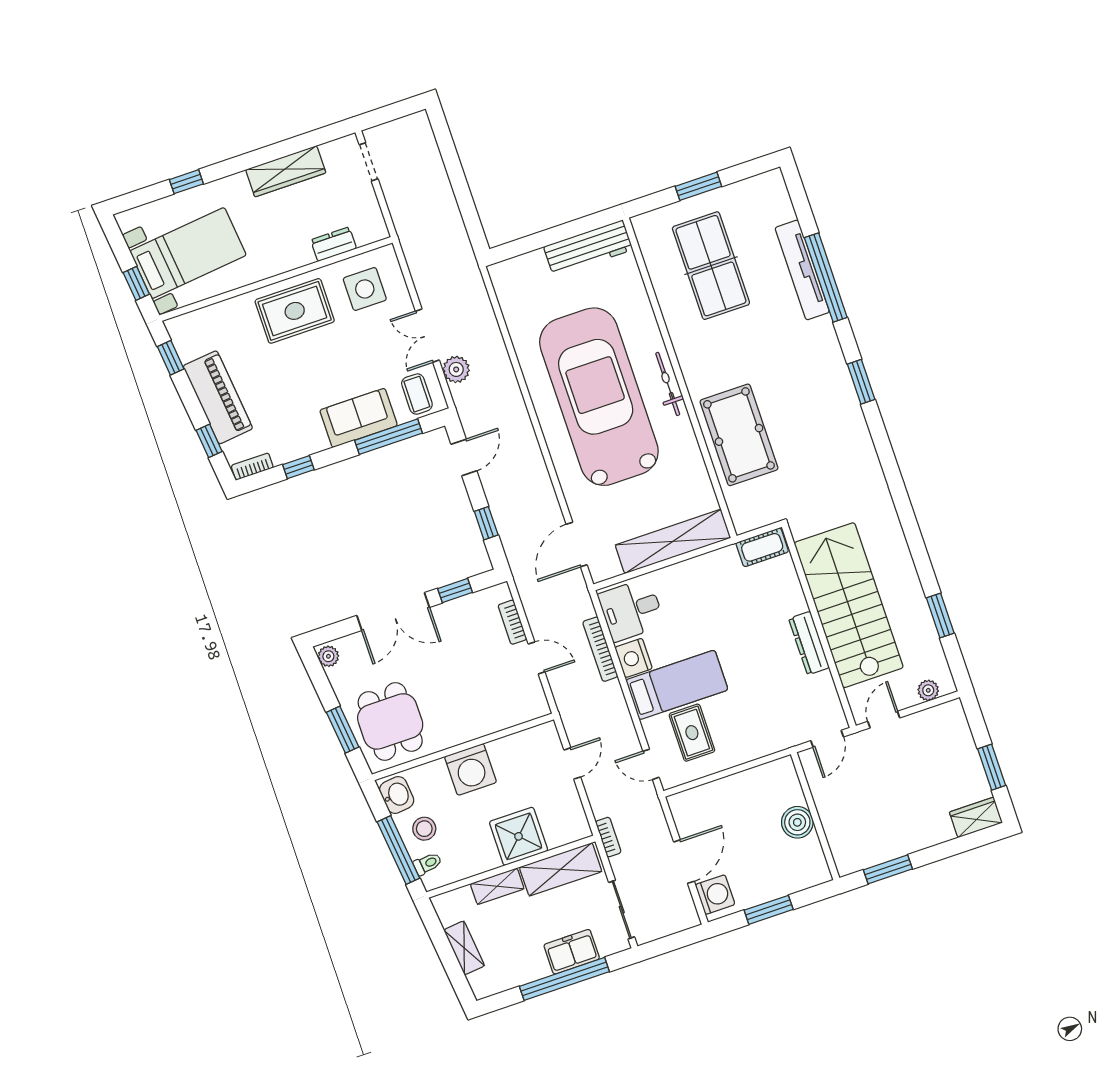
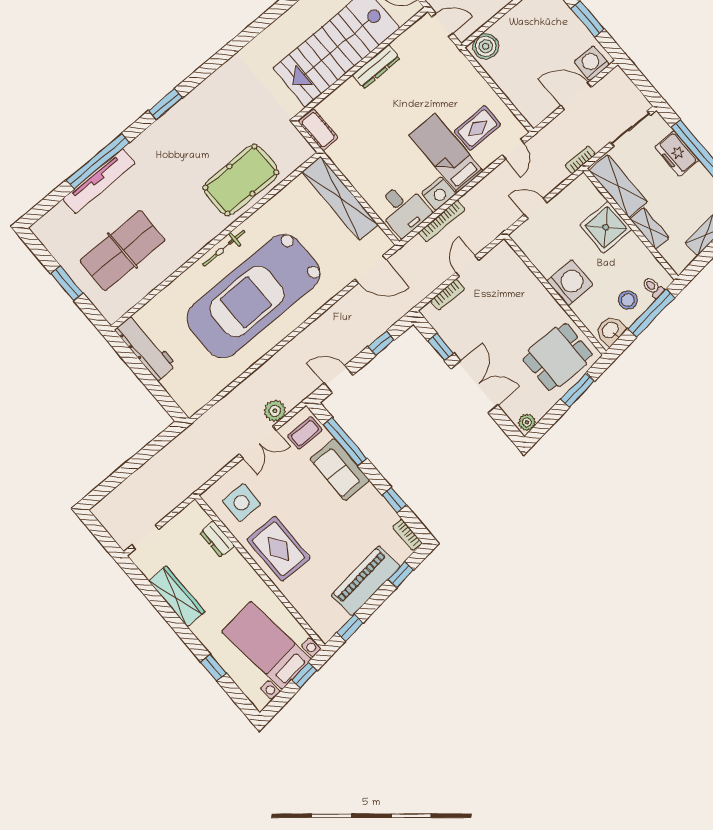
boiler: (797, 822) -> (486, 46), moved

